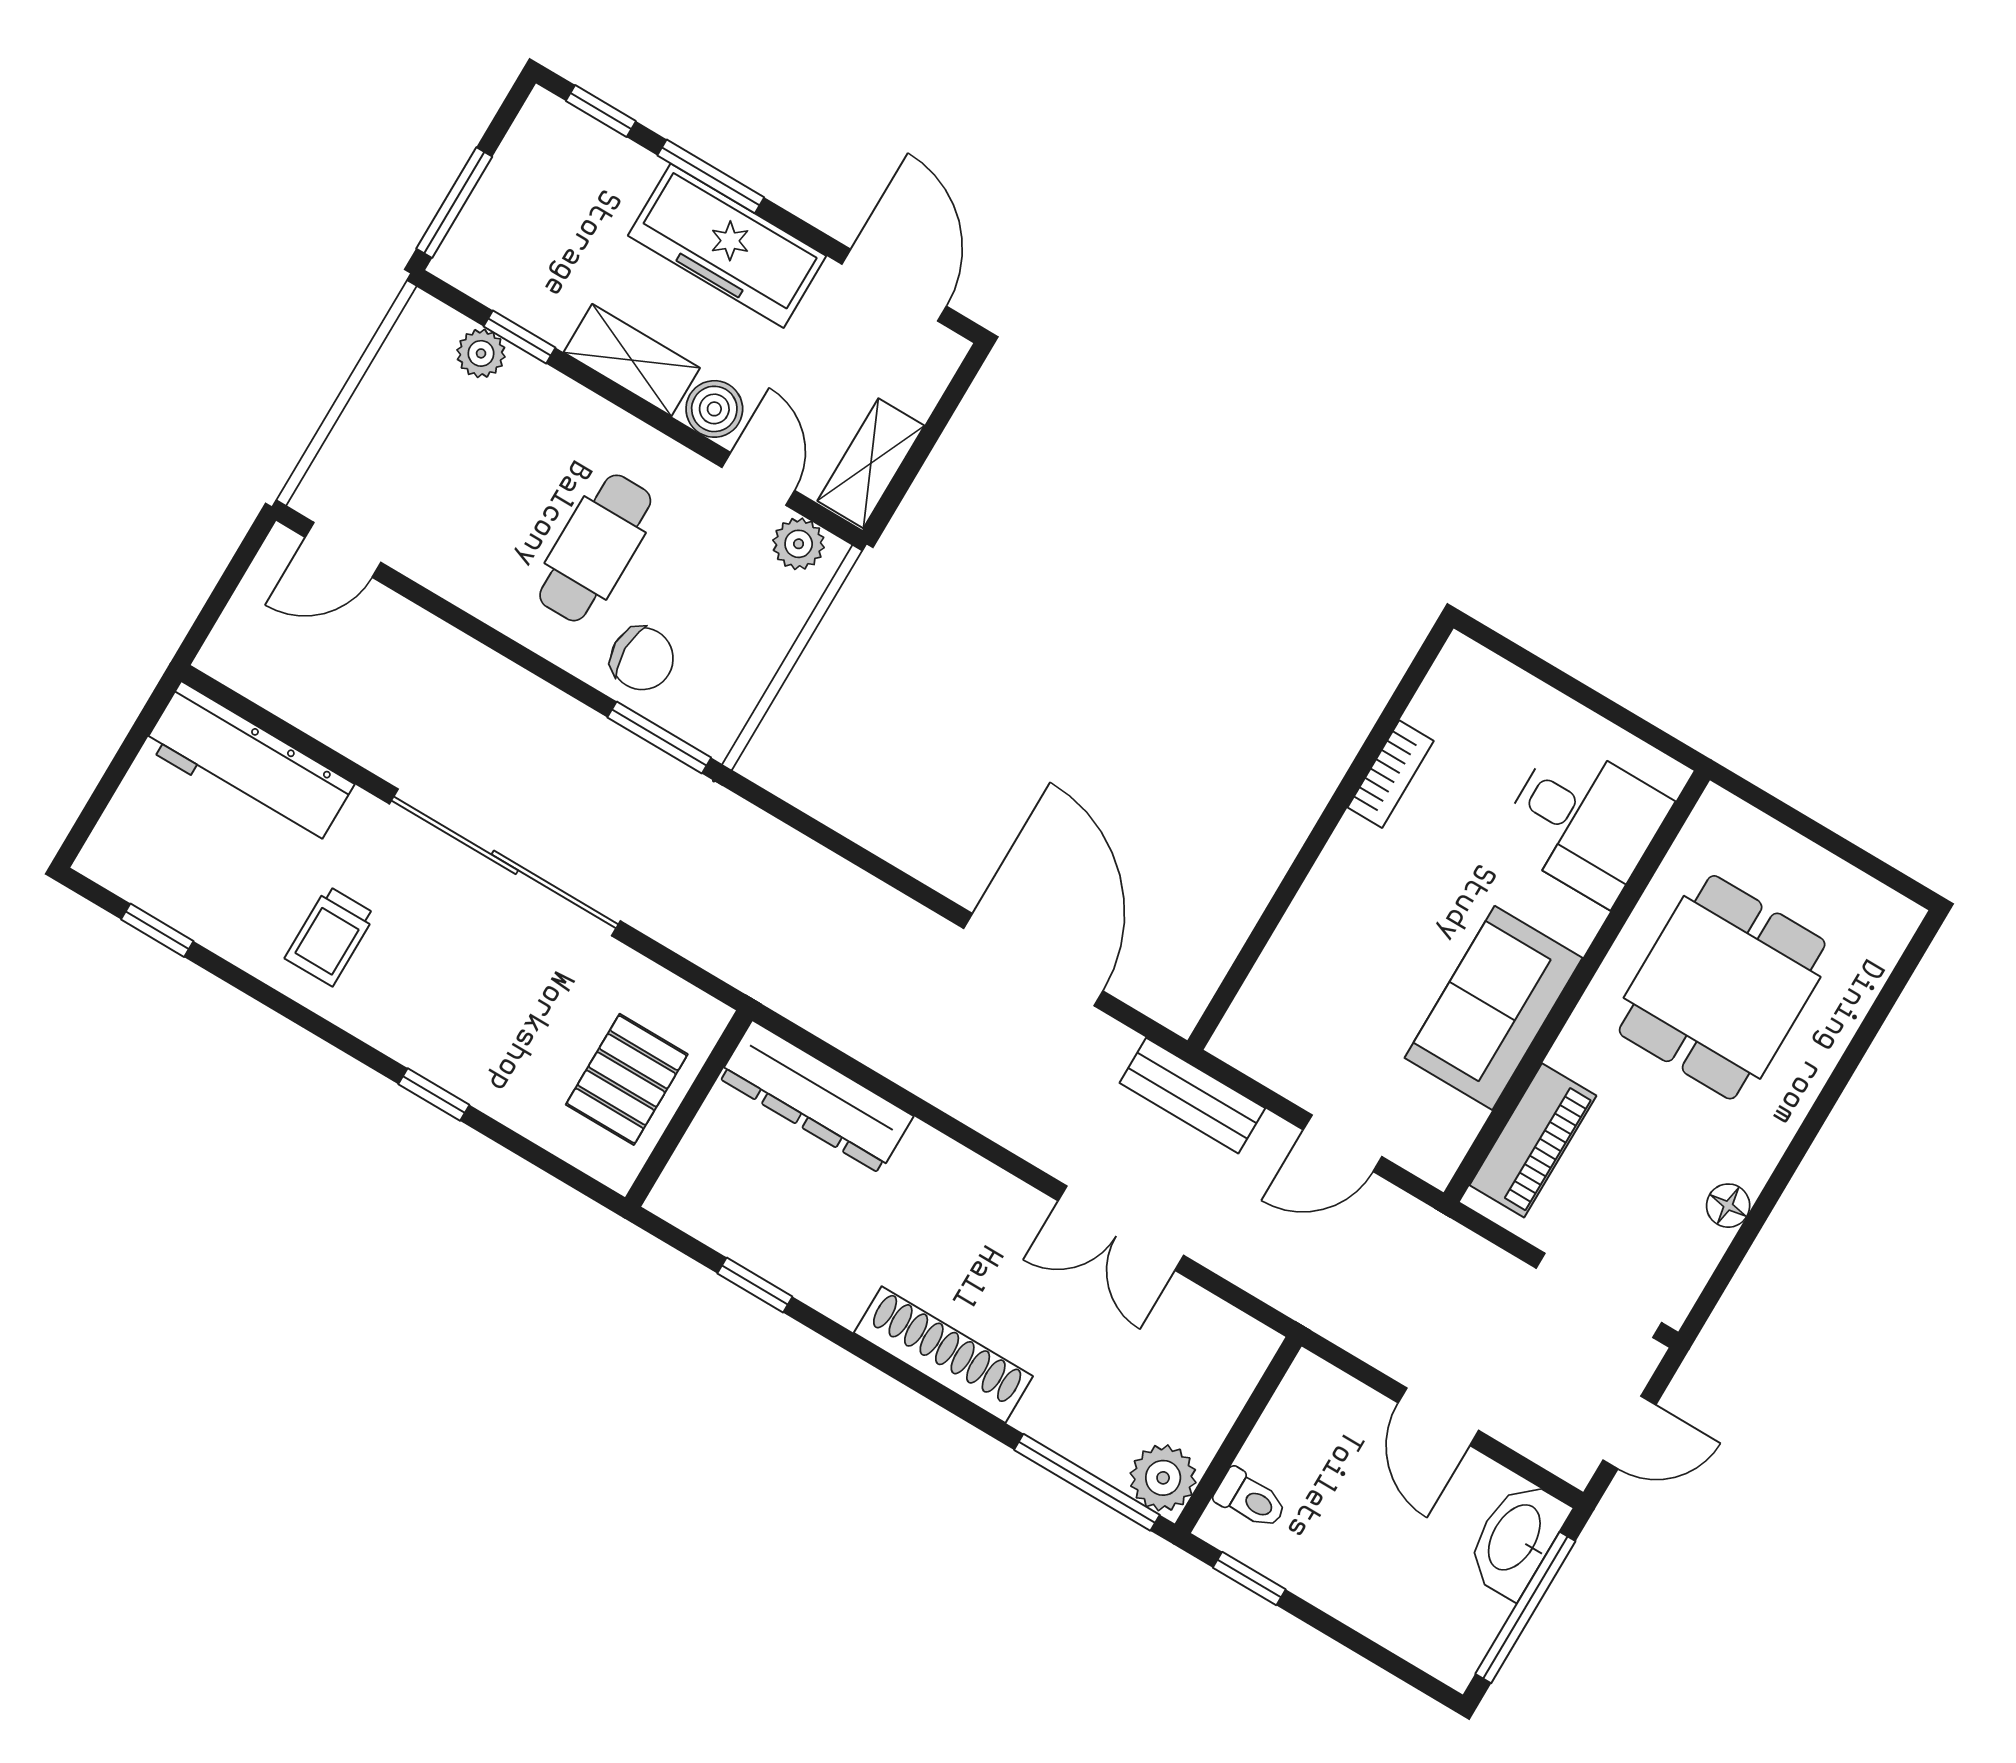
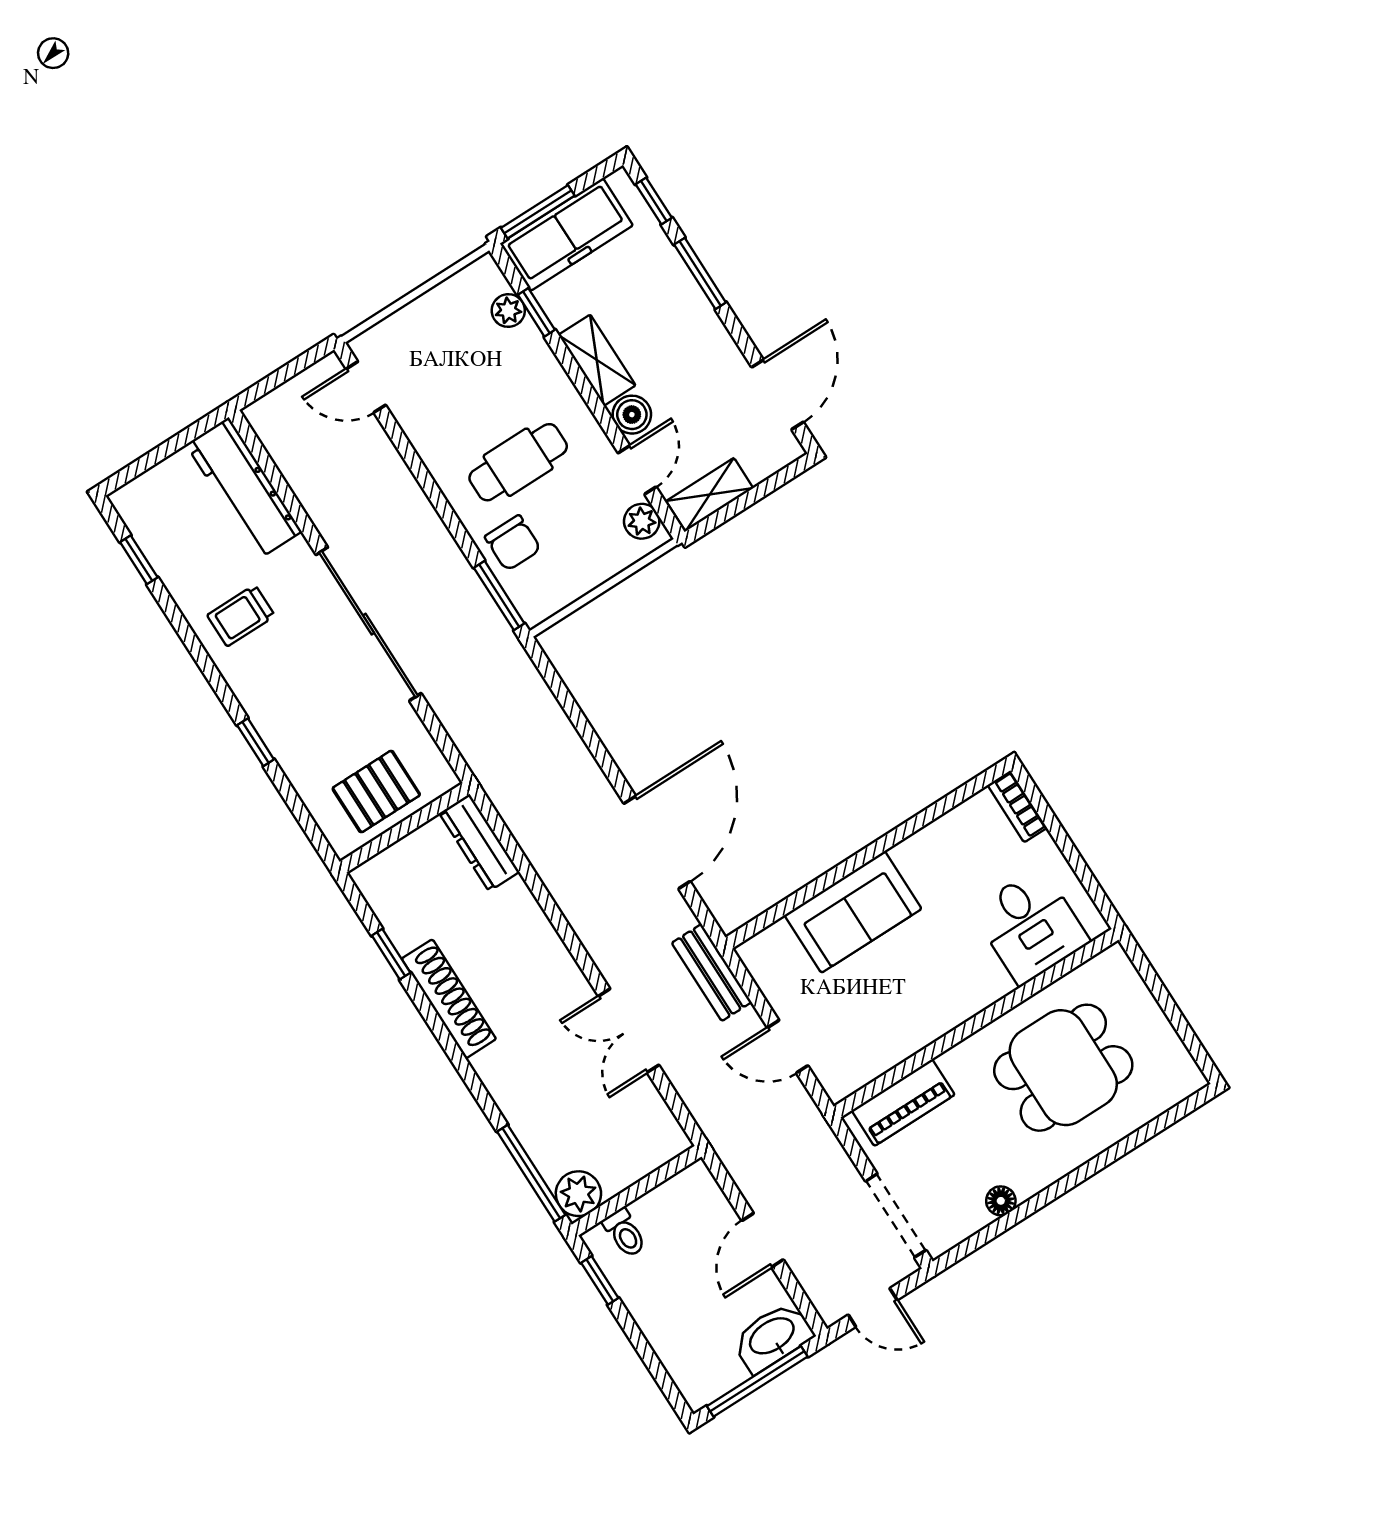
freezer: (727, 246) -> (566, 234), moved, turned -90
bookcase: (1391, 774) -> (1017, 806), moved, turned 90
sofa: (1494, 1008) -> (853, 912), moved, turned 180
dresser: (816, 1097) -> (479, 843), width x0.73, depth x0.80
shoe rack: (943, 1355) -> (449, 999), moved

